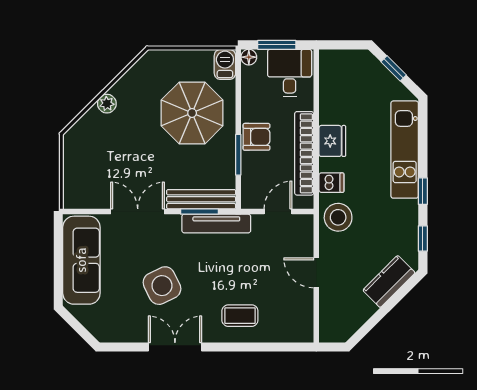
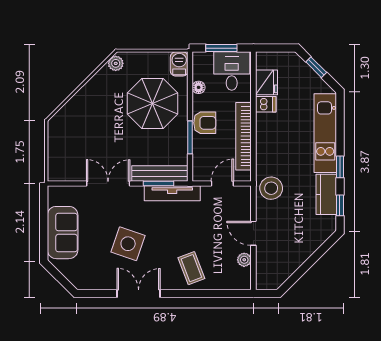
floor lamp: (249, 57) -> (199, 87), moved
plant: (107, 104) -> (116, 63), moved
fridge: (332, 141) -> (266, 82), moved
dishwasher: (331, 183) -> (266, 104), moved
sofa: (81, 260) -> (63, 233), width x0.73
kitchen counter: (389, 281) -> (326, 194), moved, turned -45
side table: (162, 286) -> (128, 244), turned 45
plant: (305, 305) -> (244, 260), added
coffee table: (240, 316) -> (191, 268), turned 69

